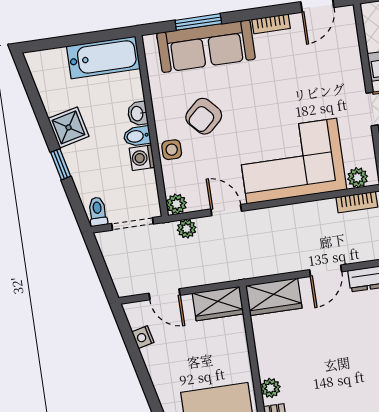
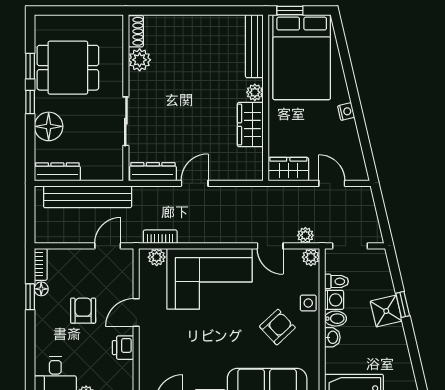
shower: (68, 127) -> (386, 311), moved
toilet: (98, 212) -> (336, 281), moved, turned -90
wardrobe: (274, 297) -> (250, 125), moved, turned -90
nightstand: (143, 337) -> (346, 112), moved

